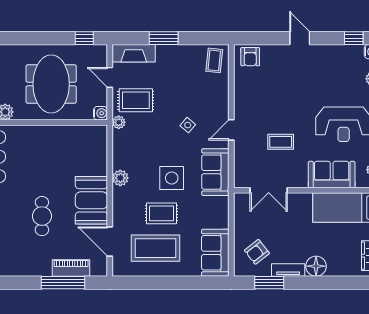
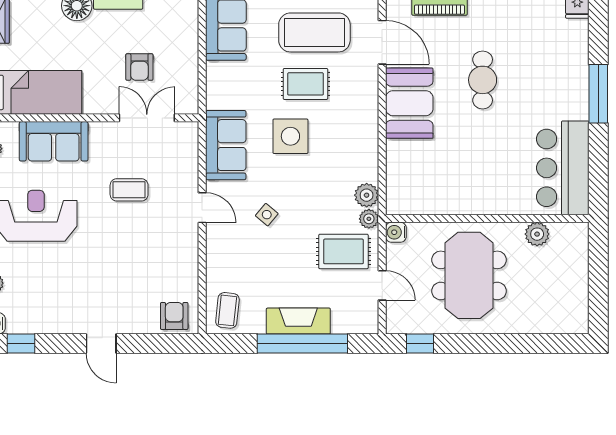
window: (164, 38) -> (302, 344), width x2.11
fireplace: (134, 53) -> (298, 321), moved
door: (231, 130) -> (202, 208), hinge flipped
plant: (120, 178) -> (367, 195), moved
armchair: (257, 252) -> (139, 67), moved, turned 128

